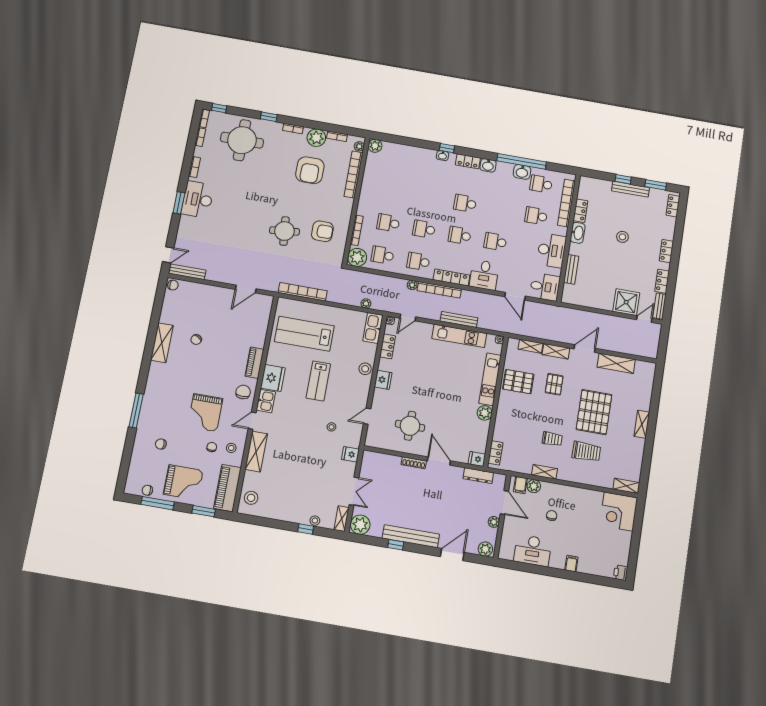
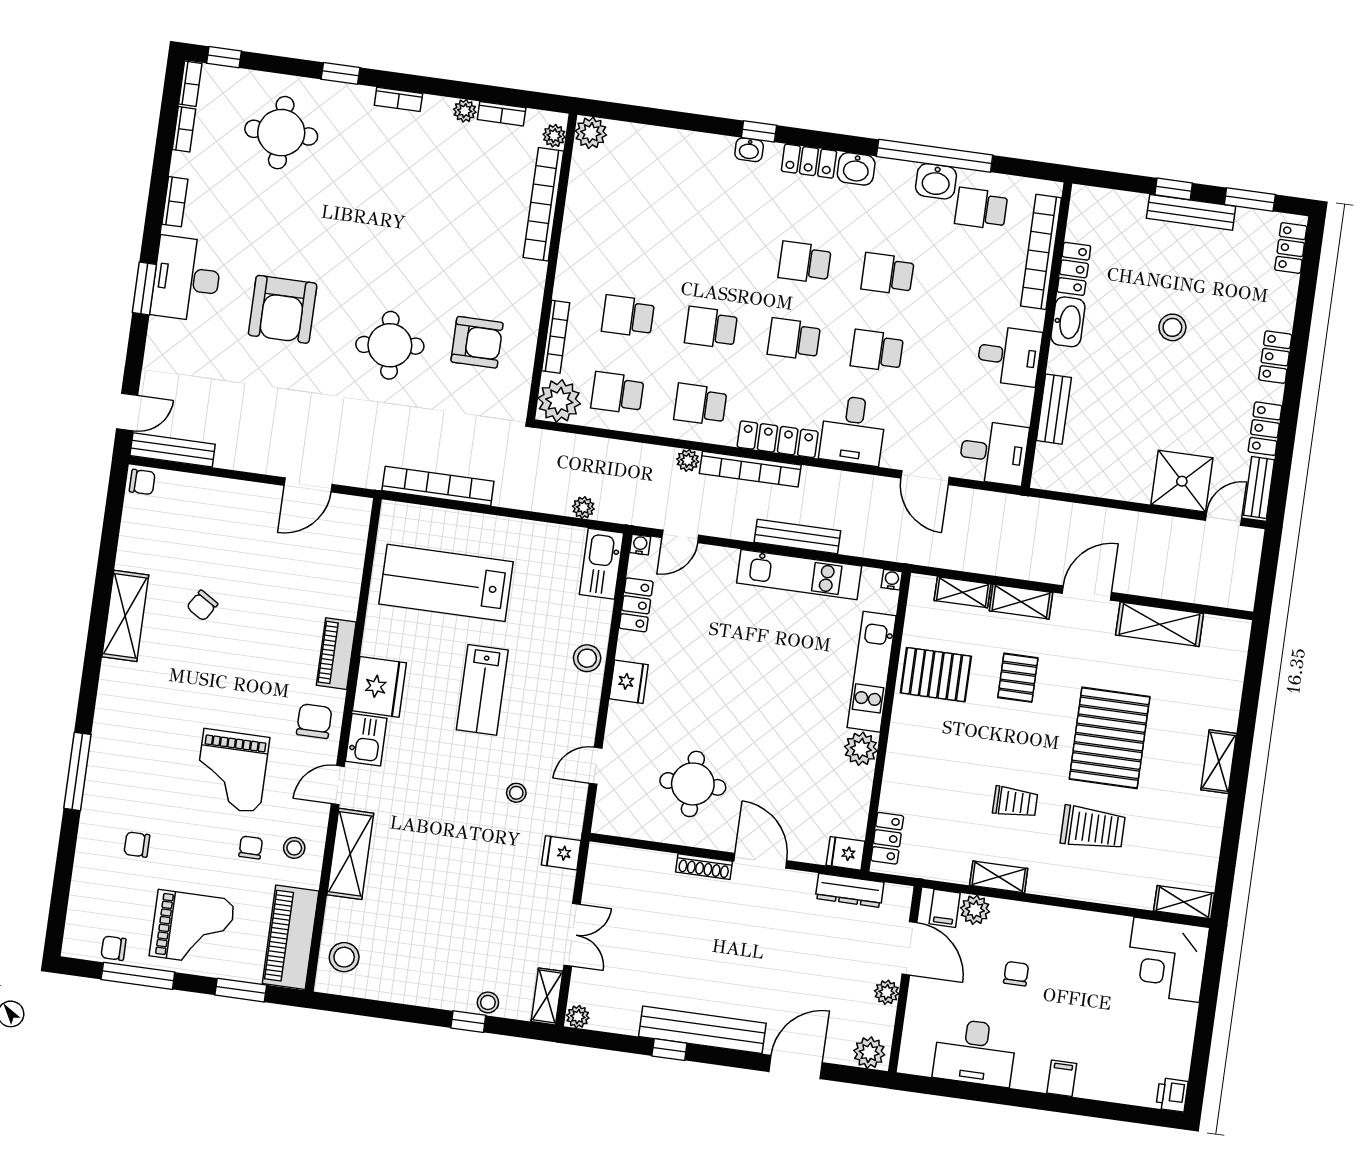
plant: (316, 138) -> (465, 111), width x0.53, depth x0.53
round table: (242, 140) -> (281, 133), width x0.73, depth x0.73
armchair: (310, 170) -> (283, 309), moved
school desk: (536, 216) -> (888, 274), moved
desk: (552, 250) -> (1009, 356), width x0.73
plant: (360, 525) -> (578, 1017), width x0.53, depth x0.53

